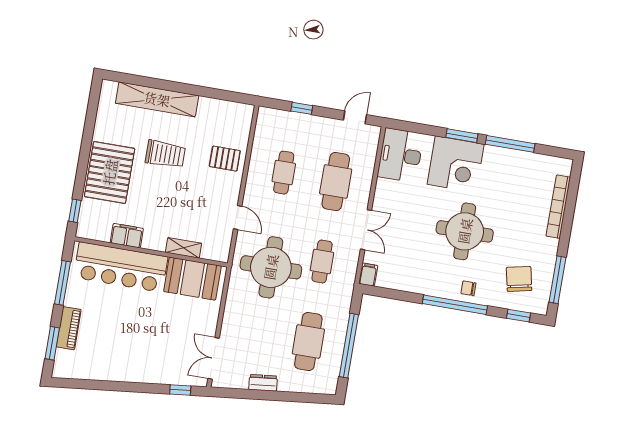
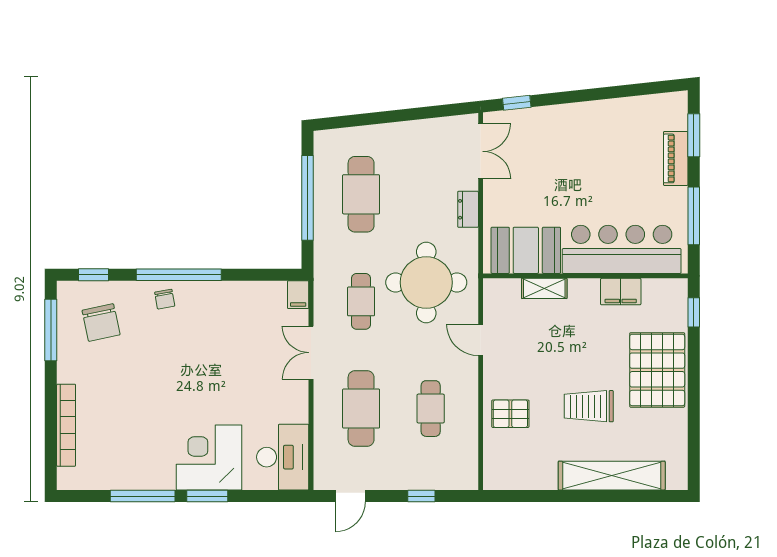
round table: (465, 231) -> (182, 372), removed
chair: (468, 288) -> (165, 299), turned 80
dresser: (263, 383) -> (468, 209), moved, turned 96

